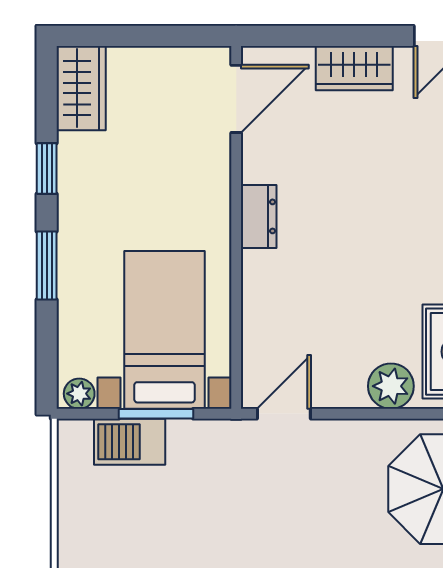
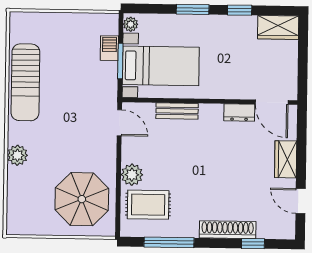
dresser: (259, 216) -> (239, 113), moved
bench: (257, 295) -> (177, 111), added
barbecue: (130, 442) -> (109, 48), width x0.73, depth x0.79

